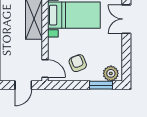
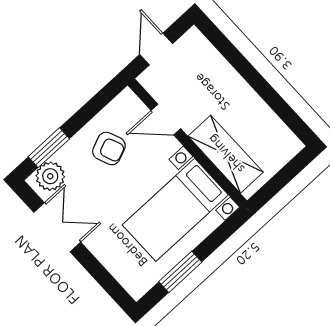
double door: (126, 19) -> (57, 227), moved
door: (45, 68) -> (166, 119), moved

